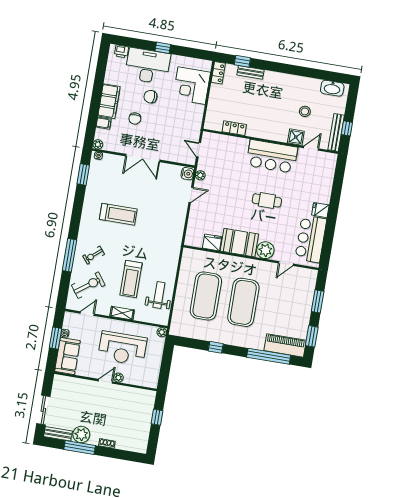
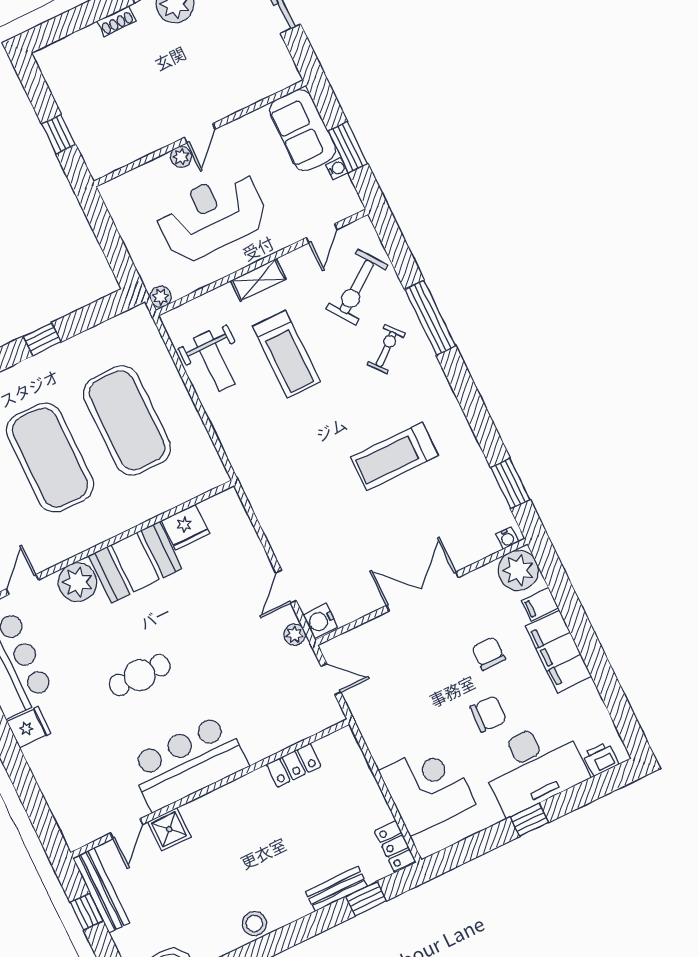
stool: (305, 111) -> (254, 923), moved
plant: (98, 144) -> (518, 570), width x1.87, depth x1.87
treadmill: (131, 279) -> (286, 354), turned 180

